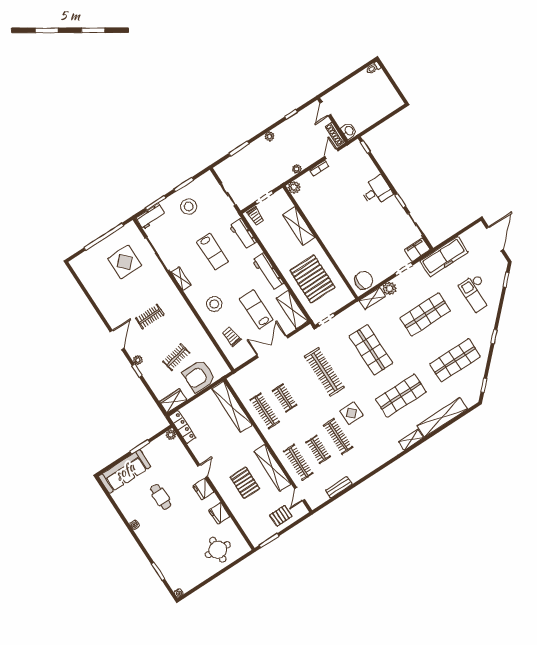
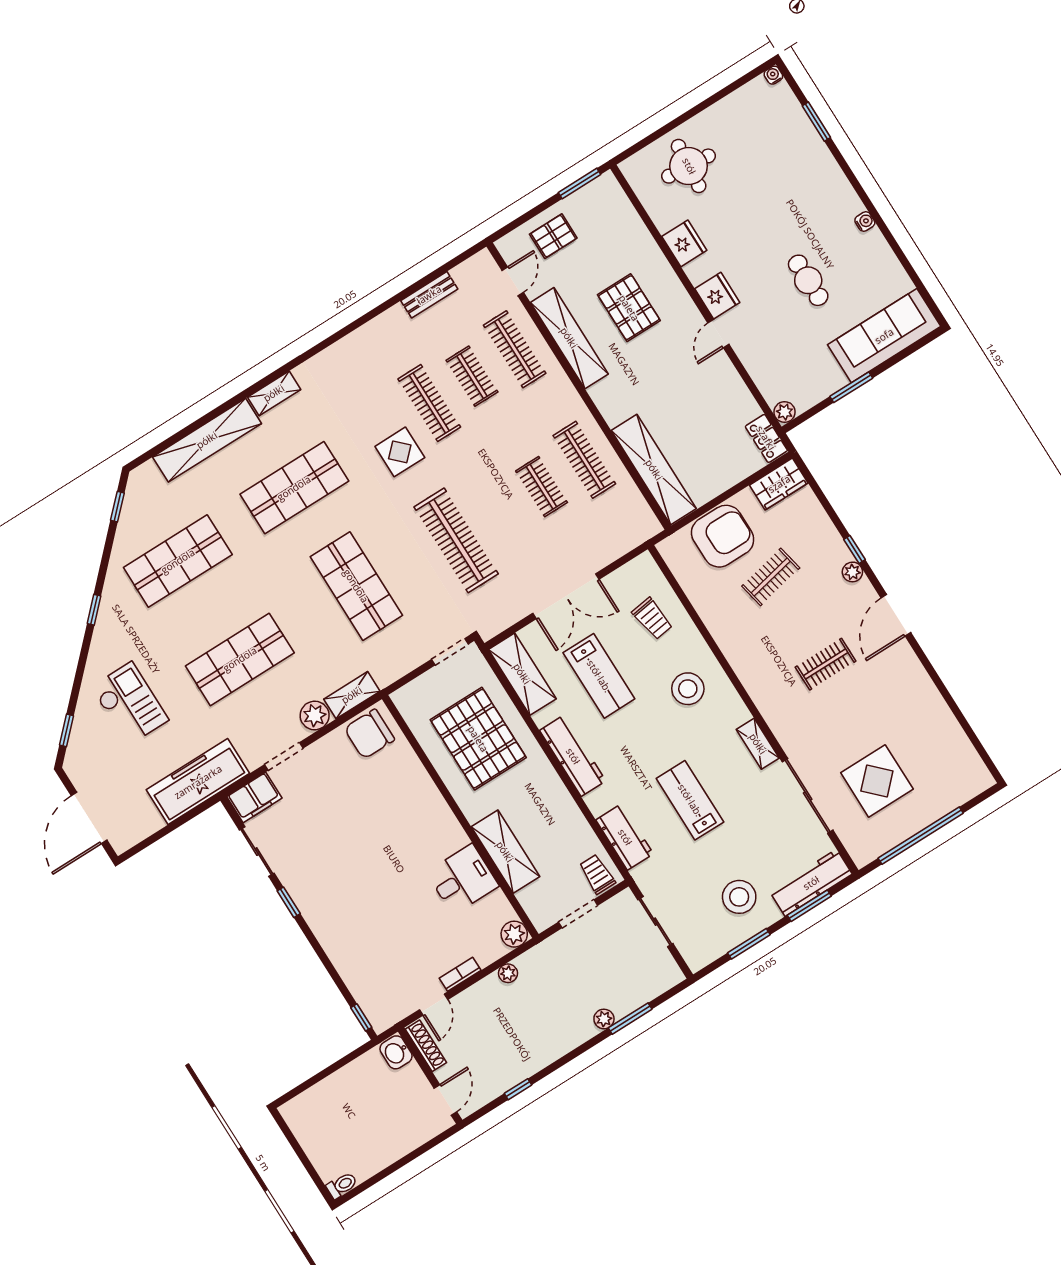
plant: (269, 136) -> (604, 1019), moved
desk: (376, 191) -> (463, 879), moved, turned 180
workbench: (151, 216) -> (811, 883), width x1.37
locker: (182, 427) -> (766, 438), width x0.66

